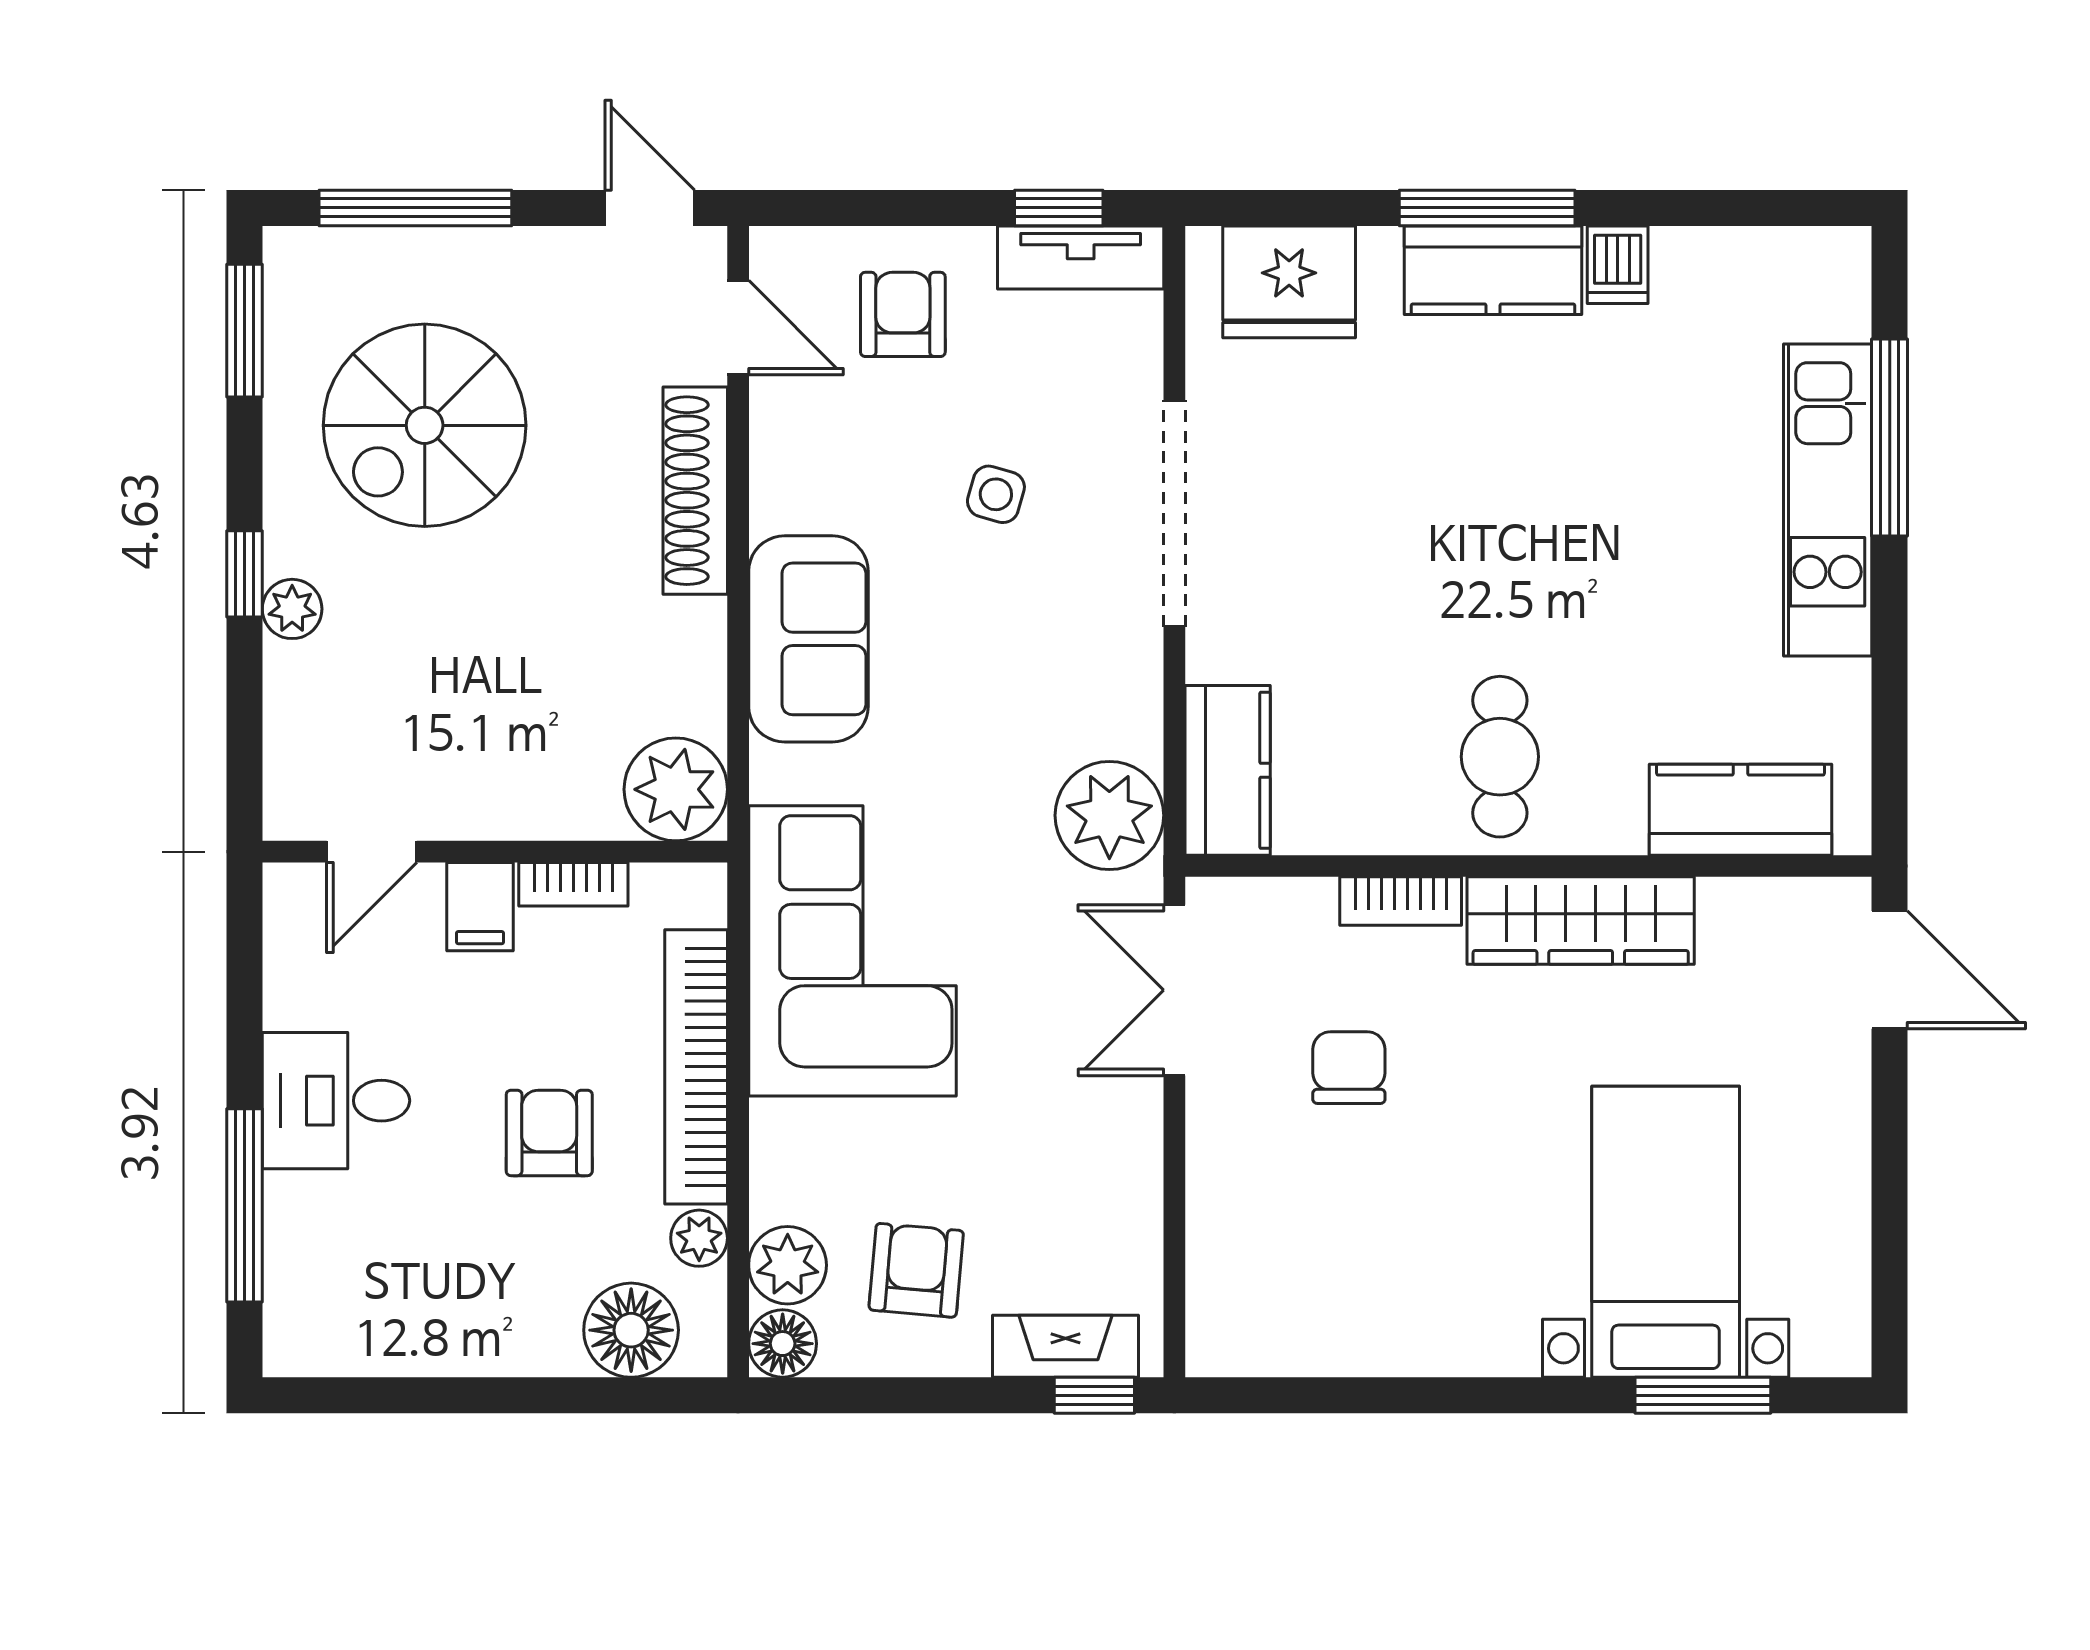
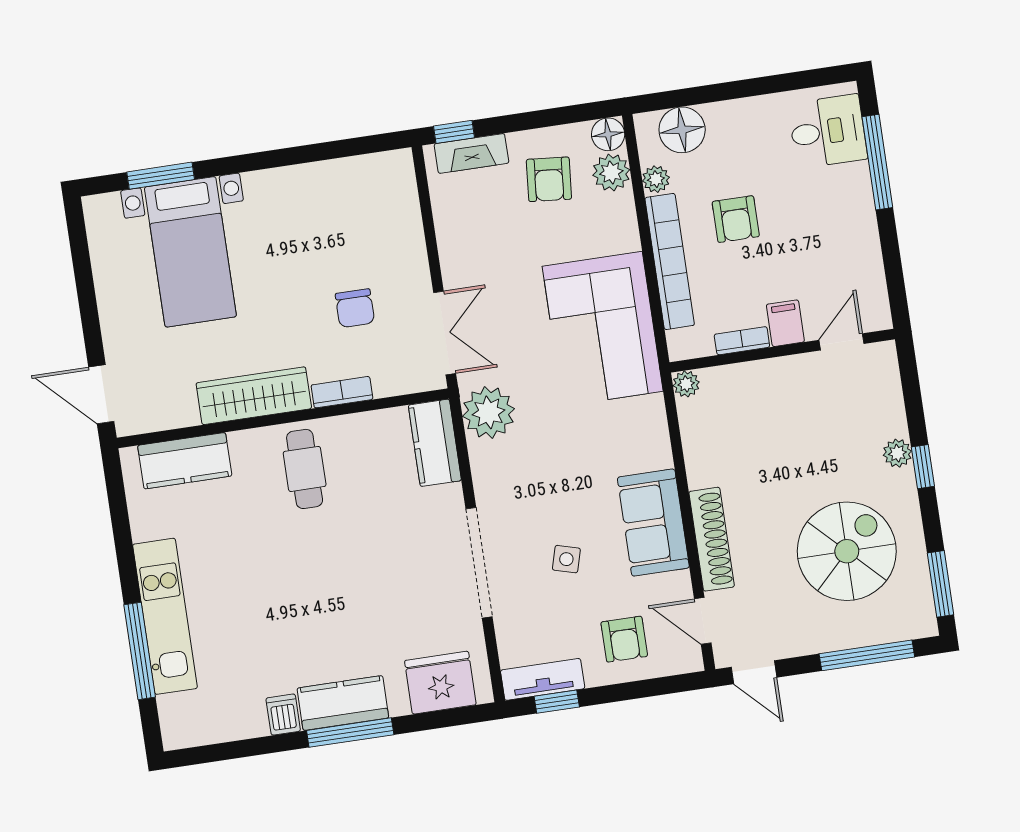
sofa: (808, 639) -> (653, 523), moved
plant: (676, 789) -> (686, 384), width x0.53, depth x0.53
desk: (336, 1101) -> (828, 131), moved

